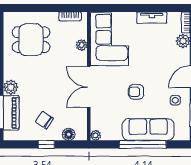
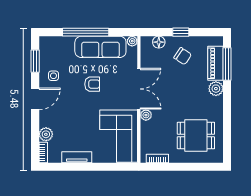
plant: (82, 45) -> (146, 115), moved
sofa: (148, 130) -> (100, 47), moved

